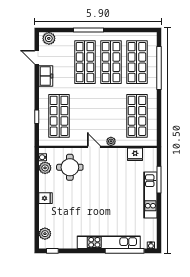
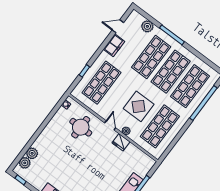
plant: (49, 38) -> (147, 26), moved
door: (37, 57) -> (118, 26), hinge flipped
display table: (106, 112) -> (139, 106), added
fridge: (135, 154) -> (121, 142), moved
plant: (45, 168) -> (32, 153), moved
fridge: (46, 198) -> (45, 137), removed

